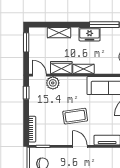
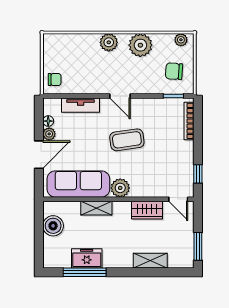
freezer: (90, 34) -> (87, 258), moved
shelving: (84, 69) -> (96, 208), moved
plant: (53, 83) -> (120, 188), moved

